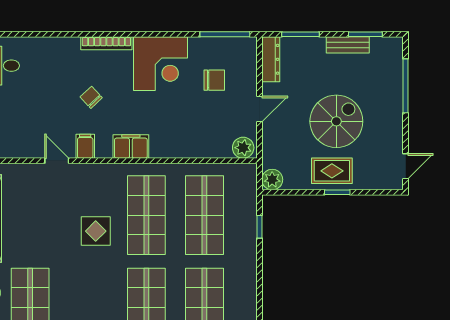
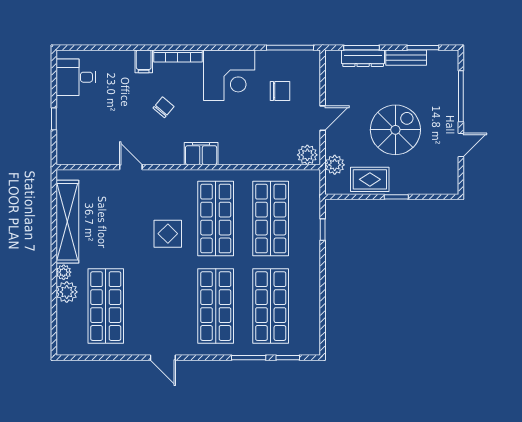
dresser: (271, 59) -> (363, 58), moved, turned 90
chair: (91, 97) -> (164, 107), turned 83
filing cabinet: (85, 146) -> (144, 61), moved, turned 180
door: (406, 166) -> (461, 145), moved
rug: (332, 171) -> (370, 179), moved
plant: (272, 180) -> (335, 165), moved

